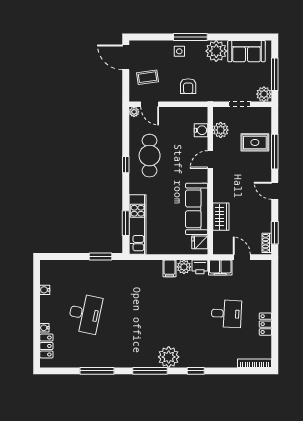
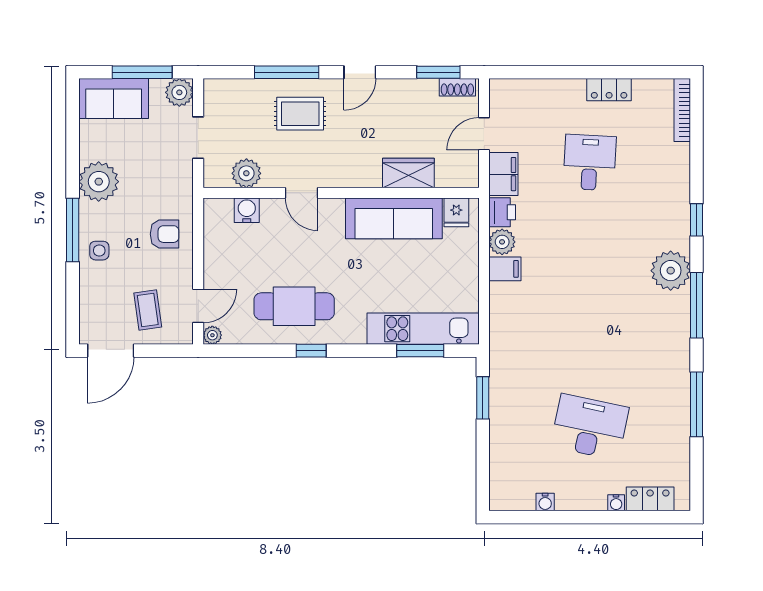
sofa: (247, 51) -> (114, 99), moved, turned 90
rug: (255, 142) -> (300, 114), moved, turned 90

